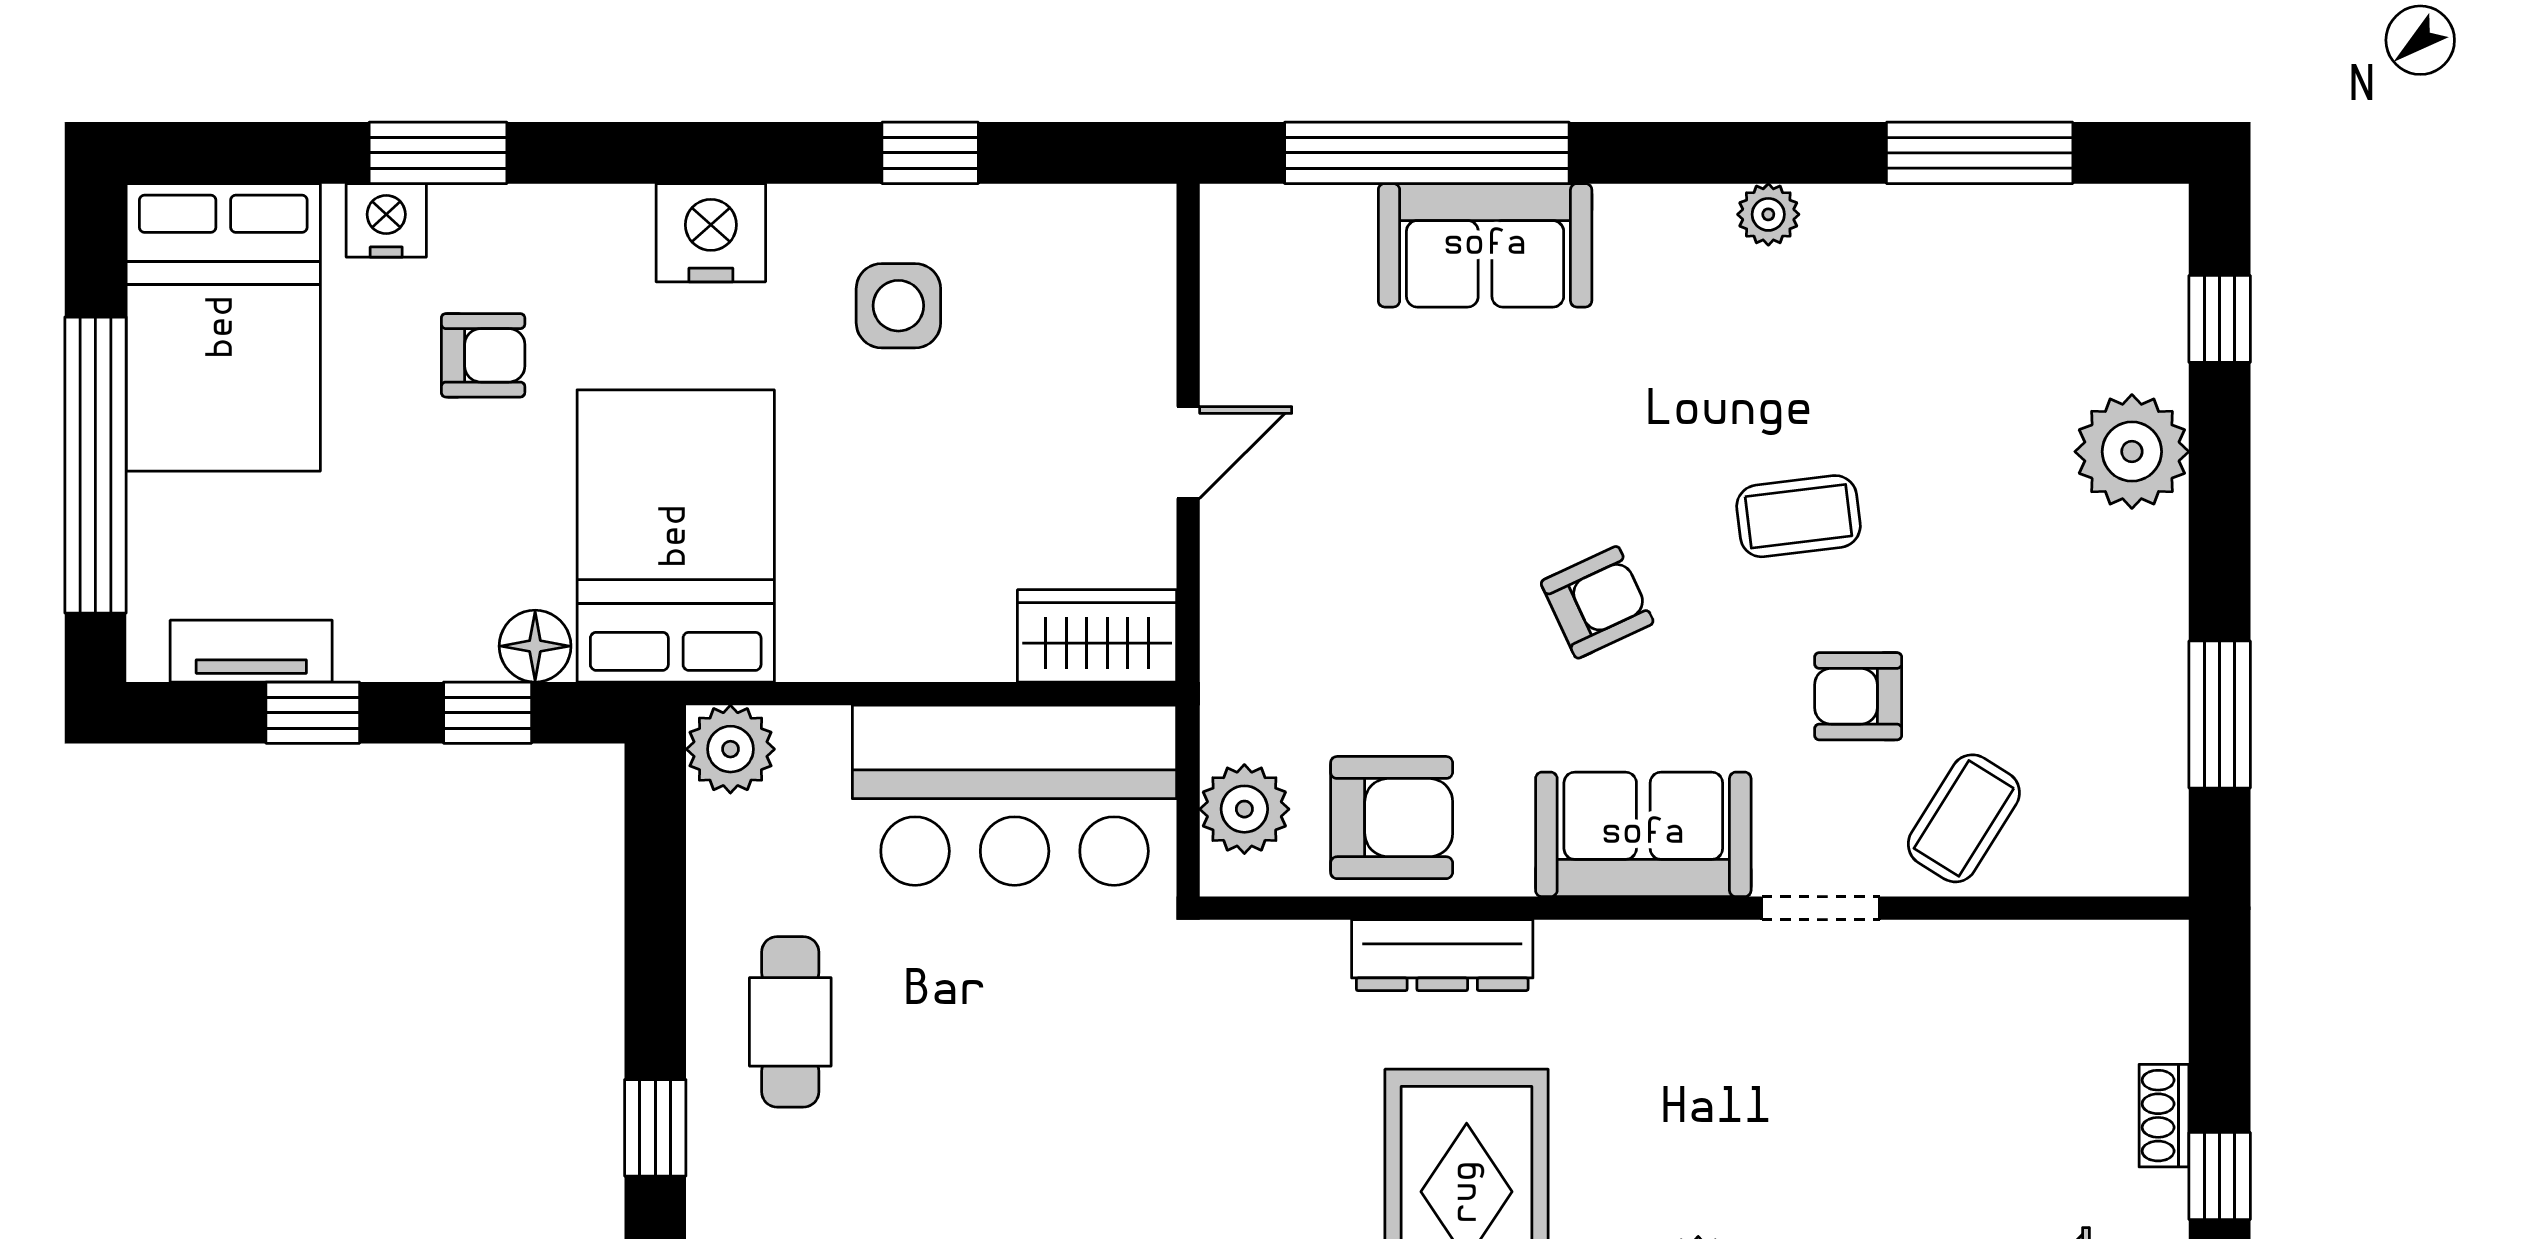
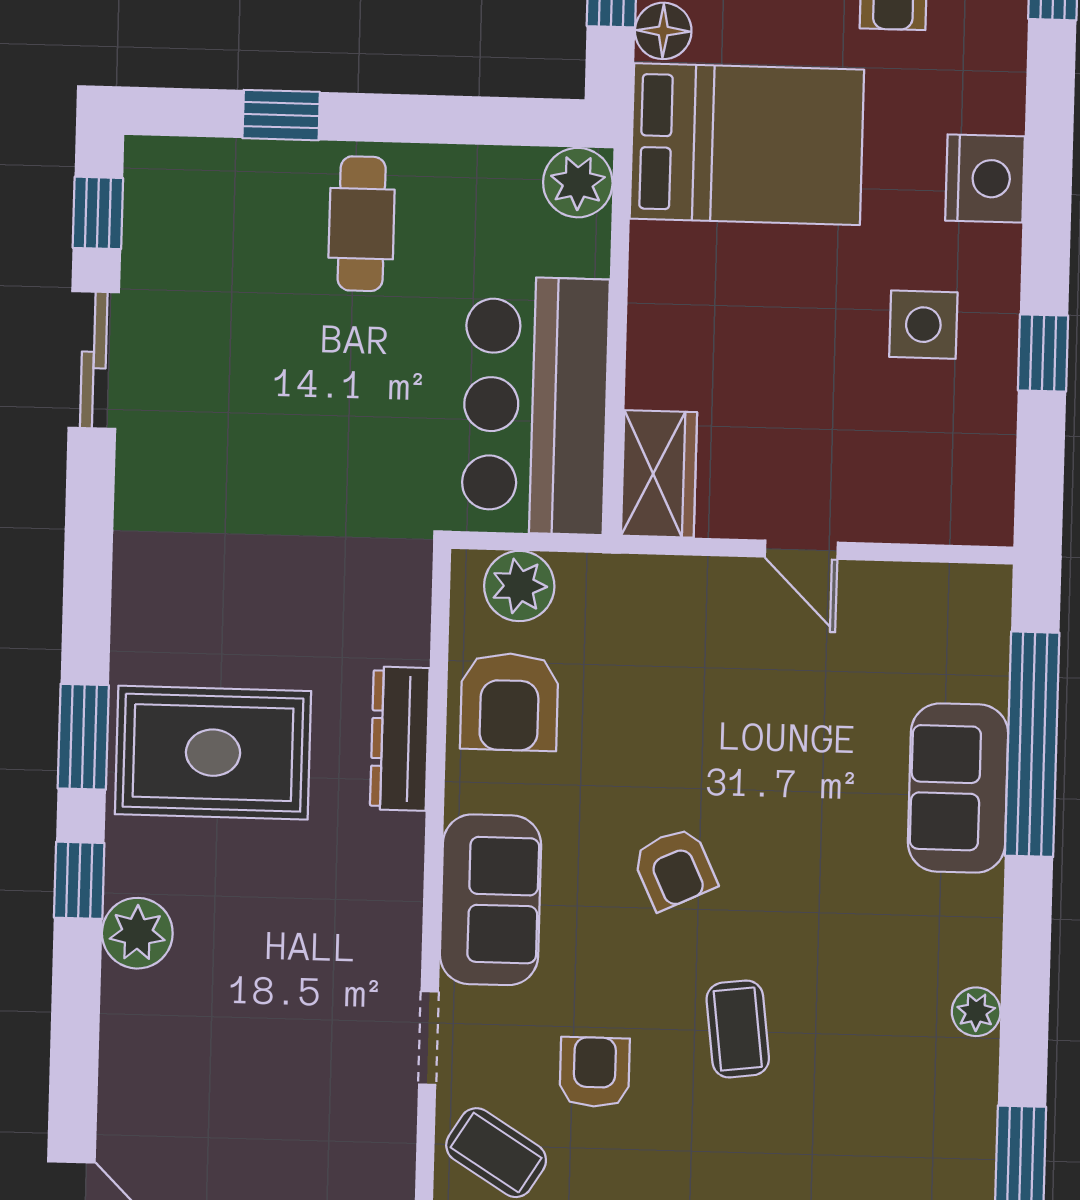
cafe table: (790, 1022) -> (362, 224), turned 90

